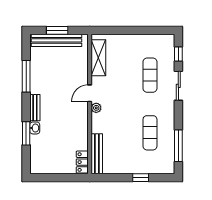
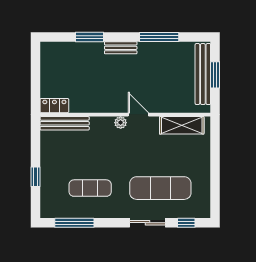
exercise mat: (150, 75) -> (160, 188), width x1.36, depth x1.45
washbasin: (35, 128) -> (96, 48), removed

